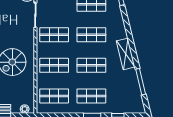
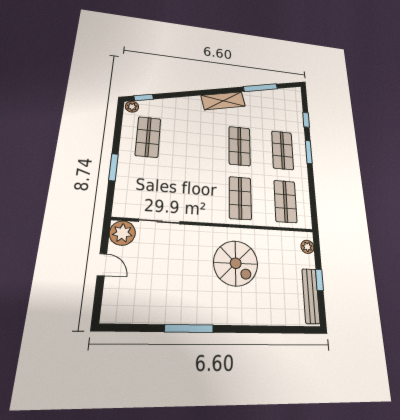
shop shelf: (54, 35) -> (193, 194), removed
shop shelf: (91, 35) -> (195, 142), removed

